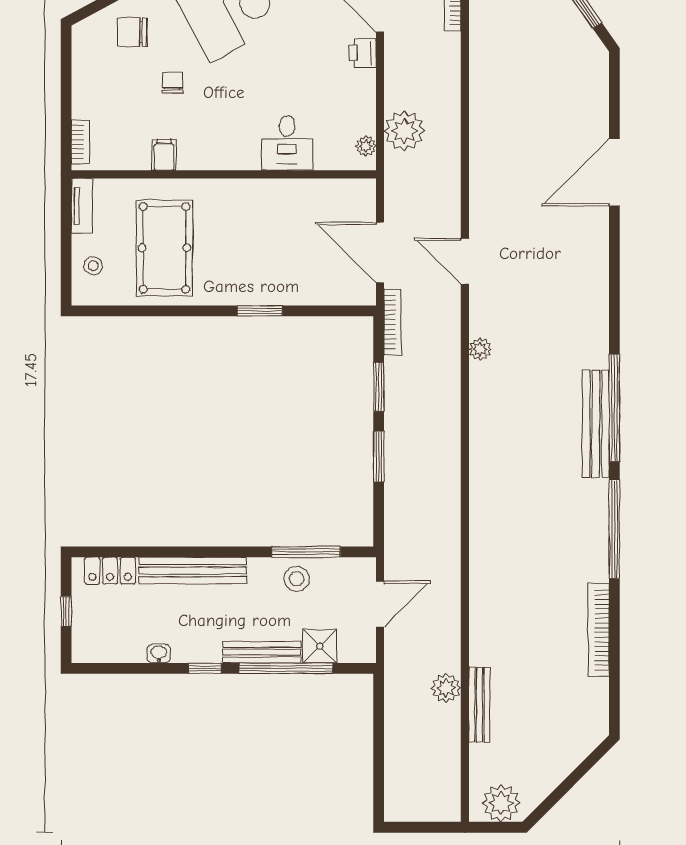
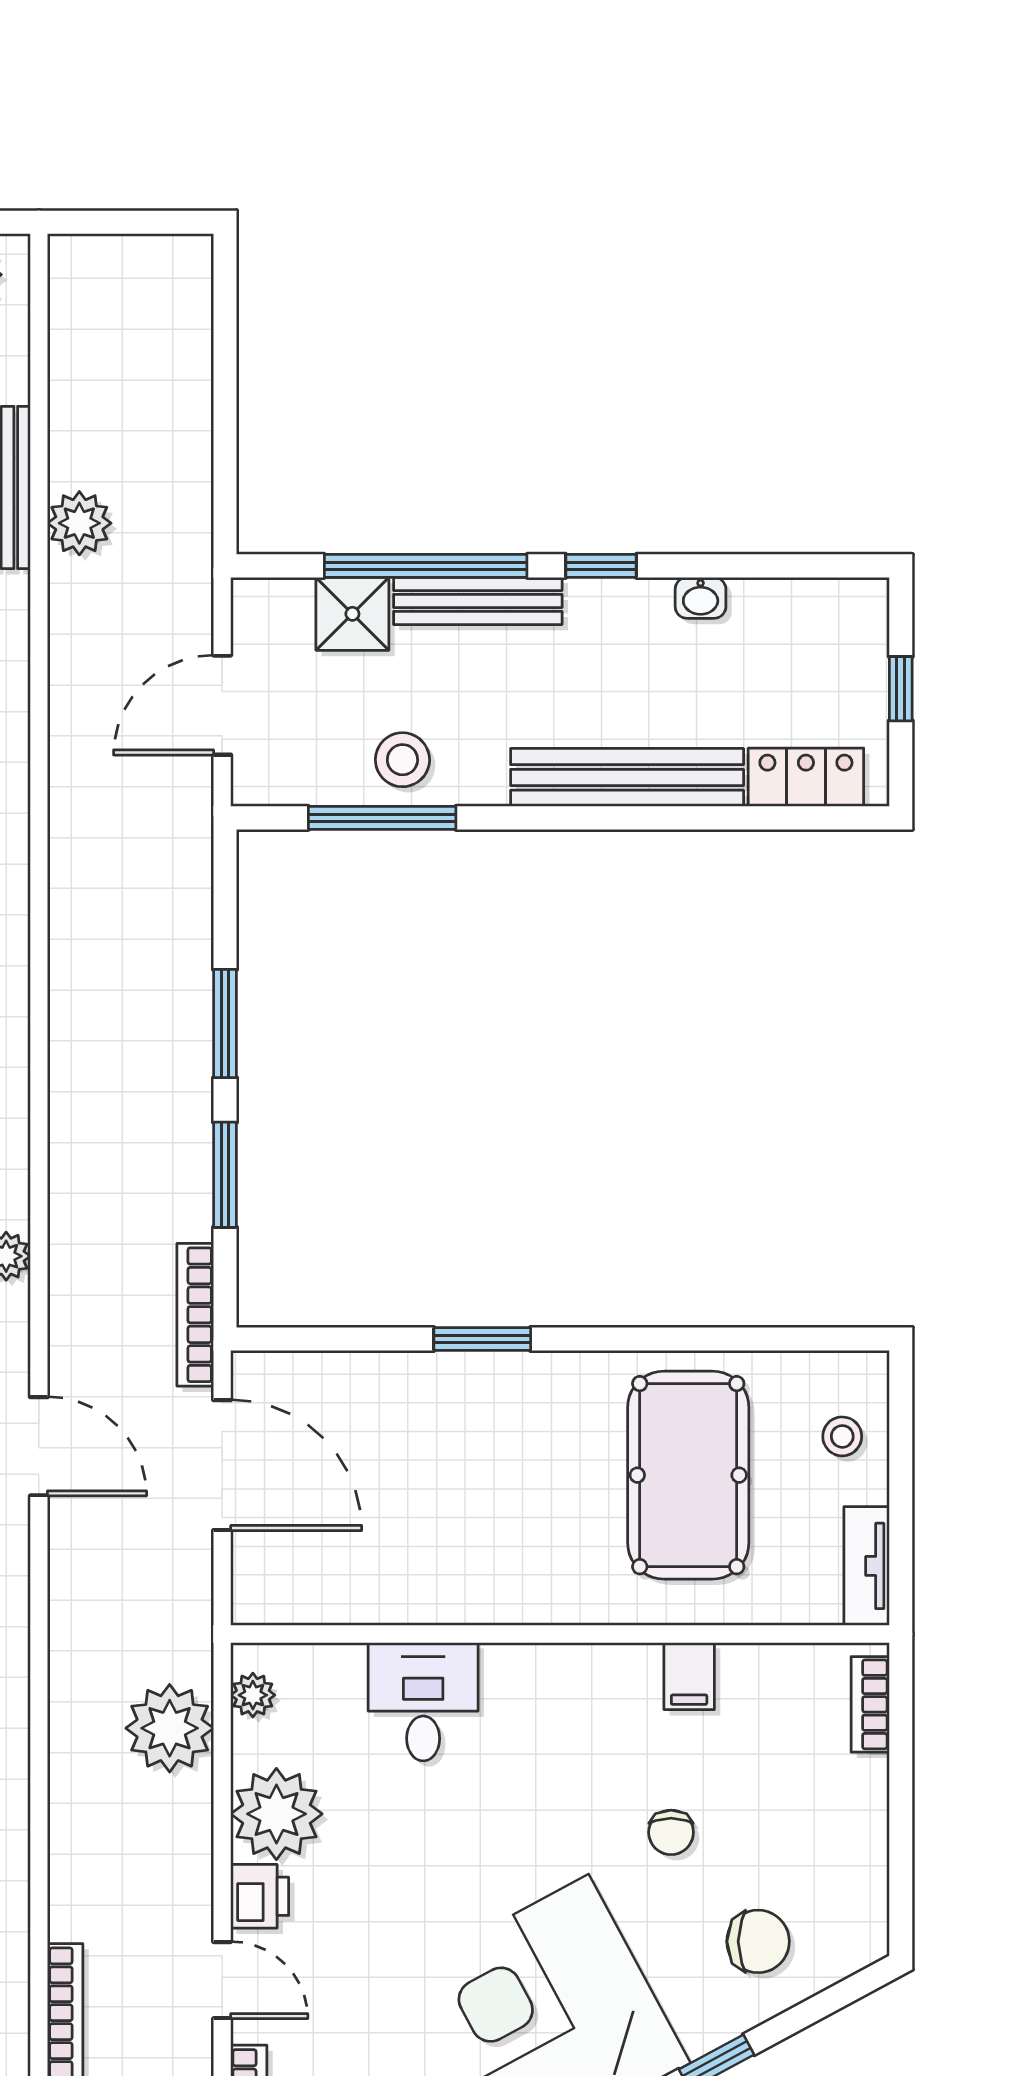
plant: (355, 91) -> (276, 1814), added

